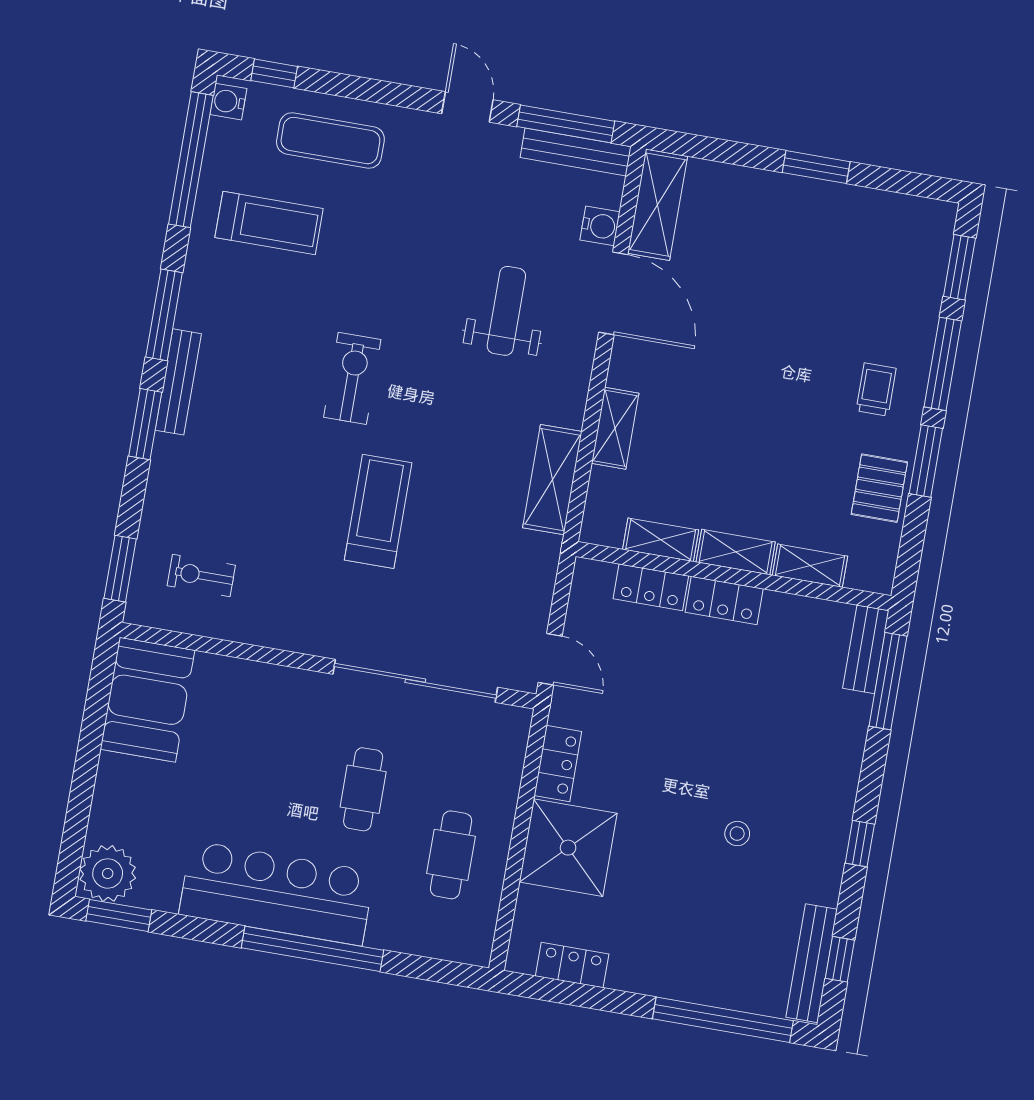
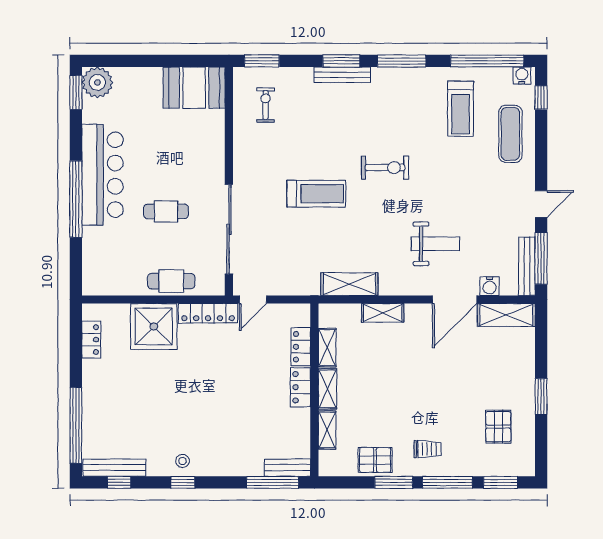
pallet: (858, 254) -> (498, 427), added
bench: (178, 382) -> (342, 75), moved
locker: (558, 764) -> (208, 313), width x1.53
stool: (737, 834) -> (183, 461), moved
cafe table: (451, 855) -> (171, 281), moved

